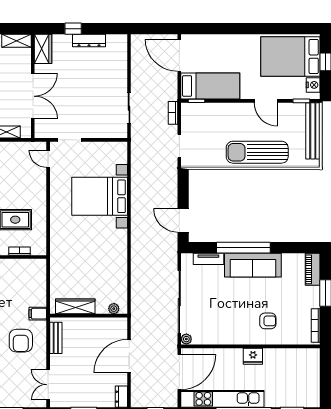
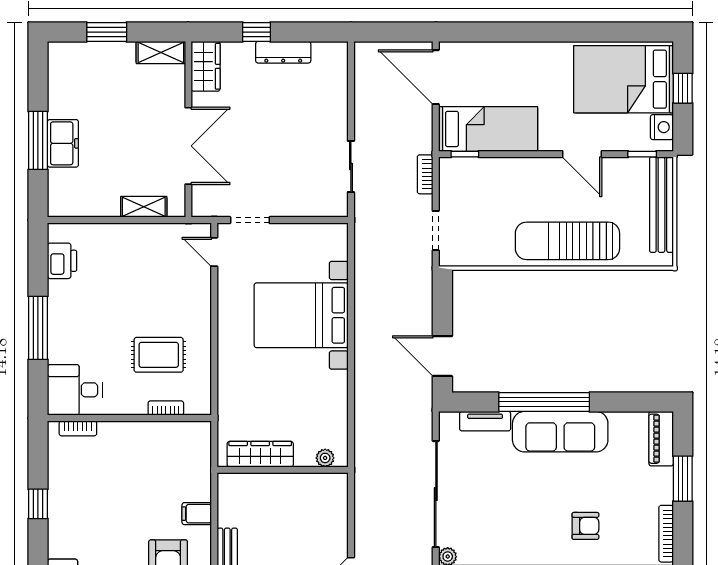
wardrobe: (75, 306) -> (260, 454), moved
plant: (114, 309) -> (325, 458), moved
wall: (89, 316) -> (283, 470), moved

